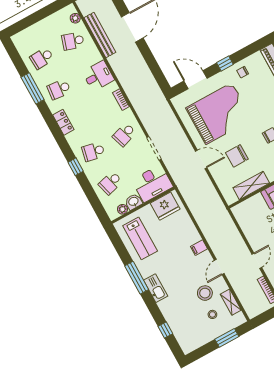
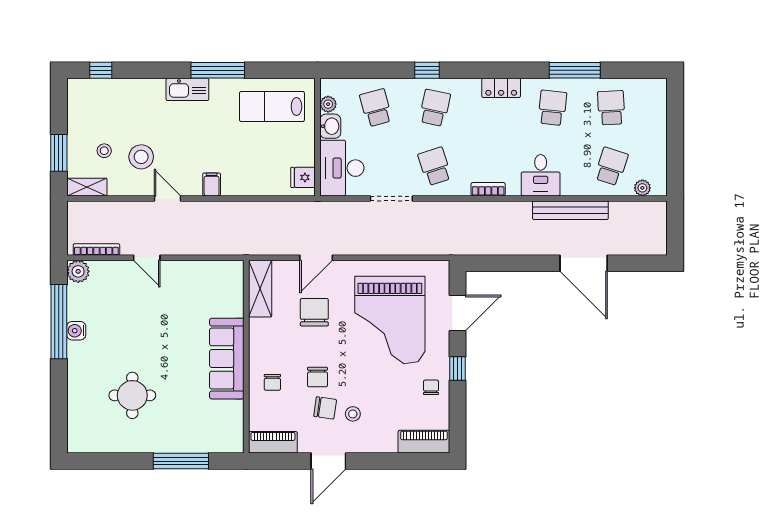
bench: (100, 35) -> (570, 210), moved
door: (201, 159) -> (316, 258), moved
shelving: (251, 185) -> (260, 289), moved
fridge: (165, 206) -> (303, 177), width x0.53, depth x0.75
shelving: (231, 302) -> (87, 187), moved
window: (165, 330) -> (101, 70), moved

